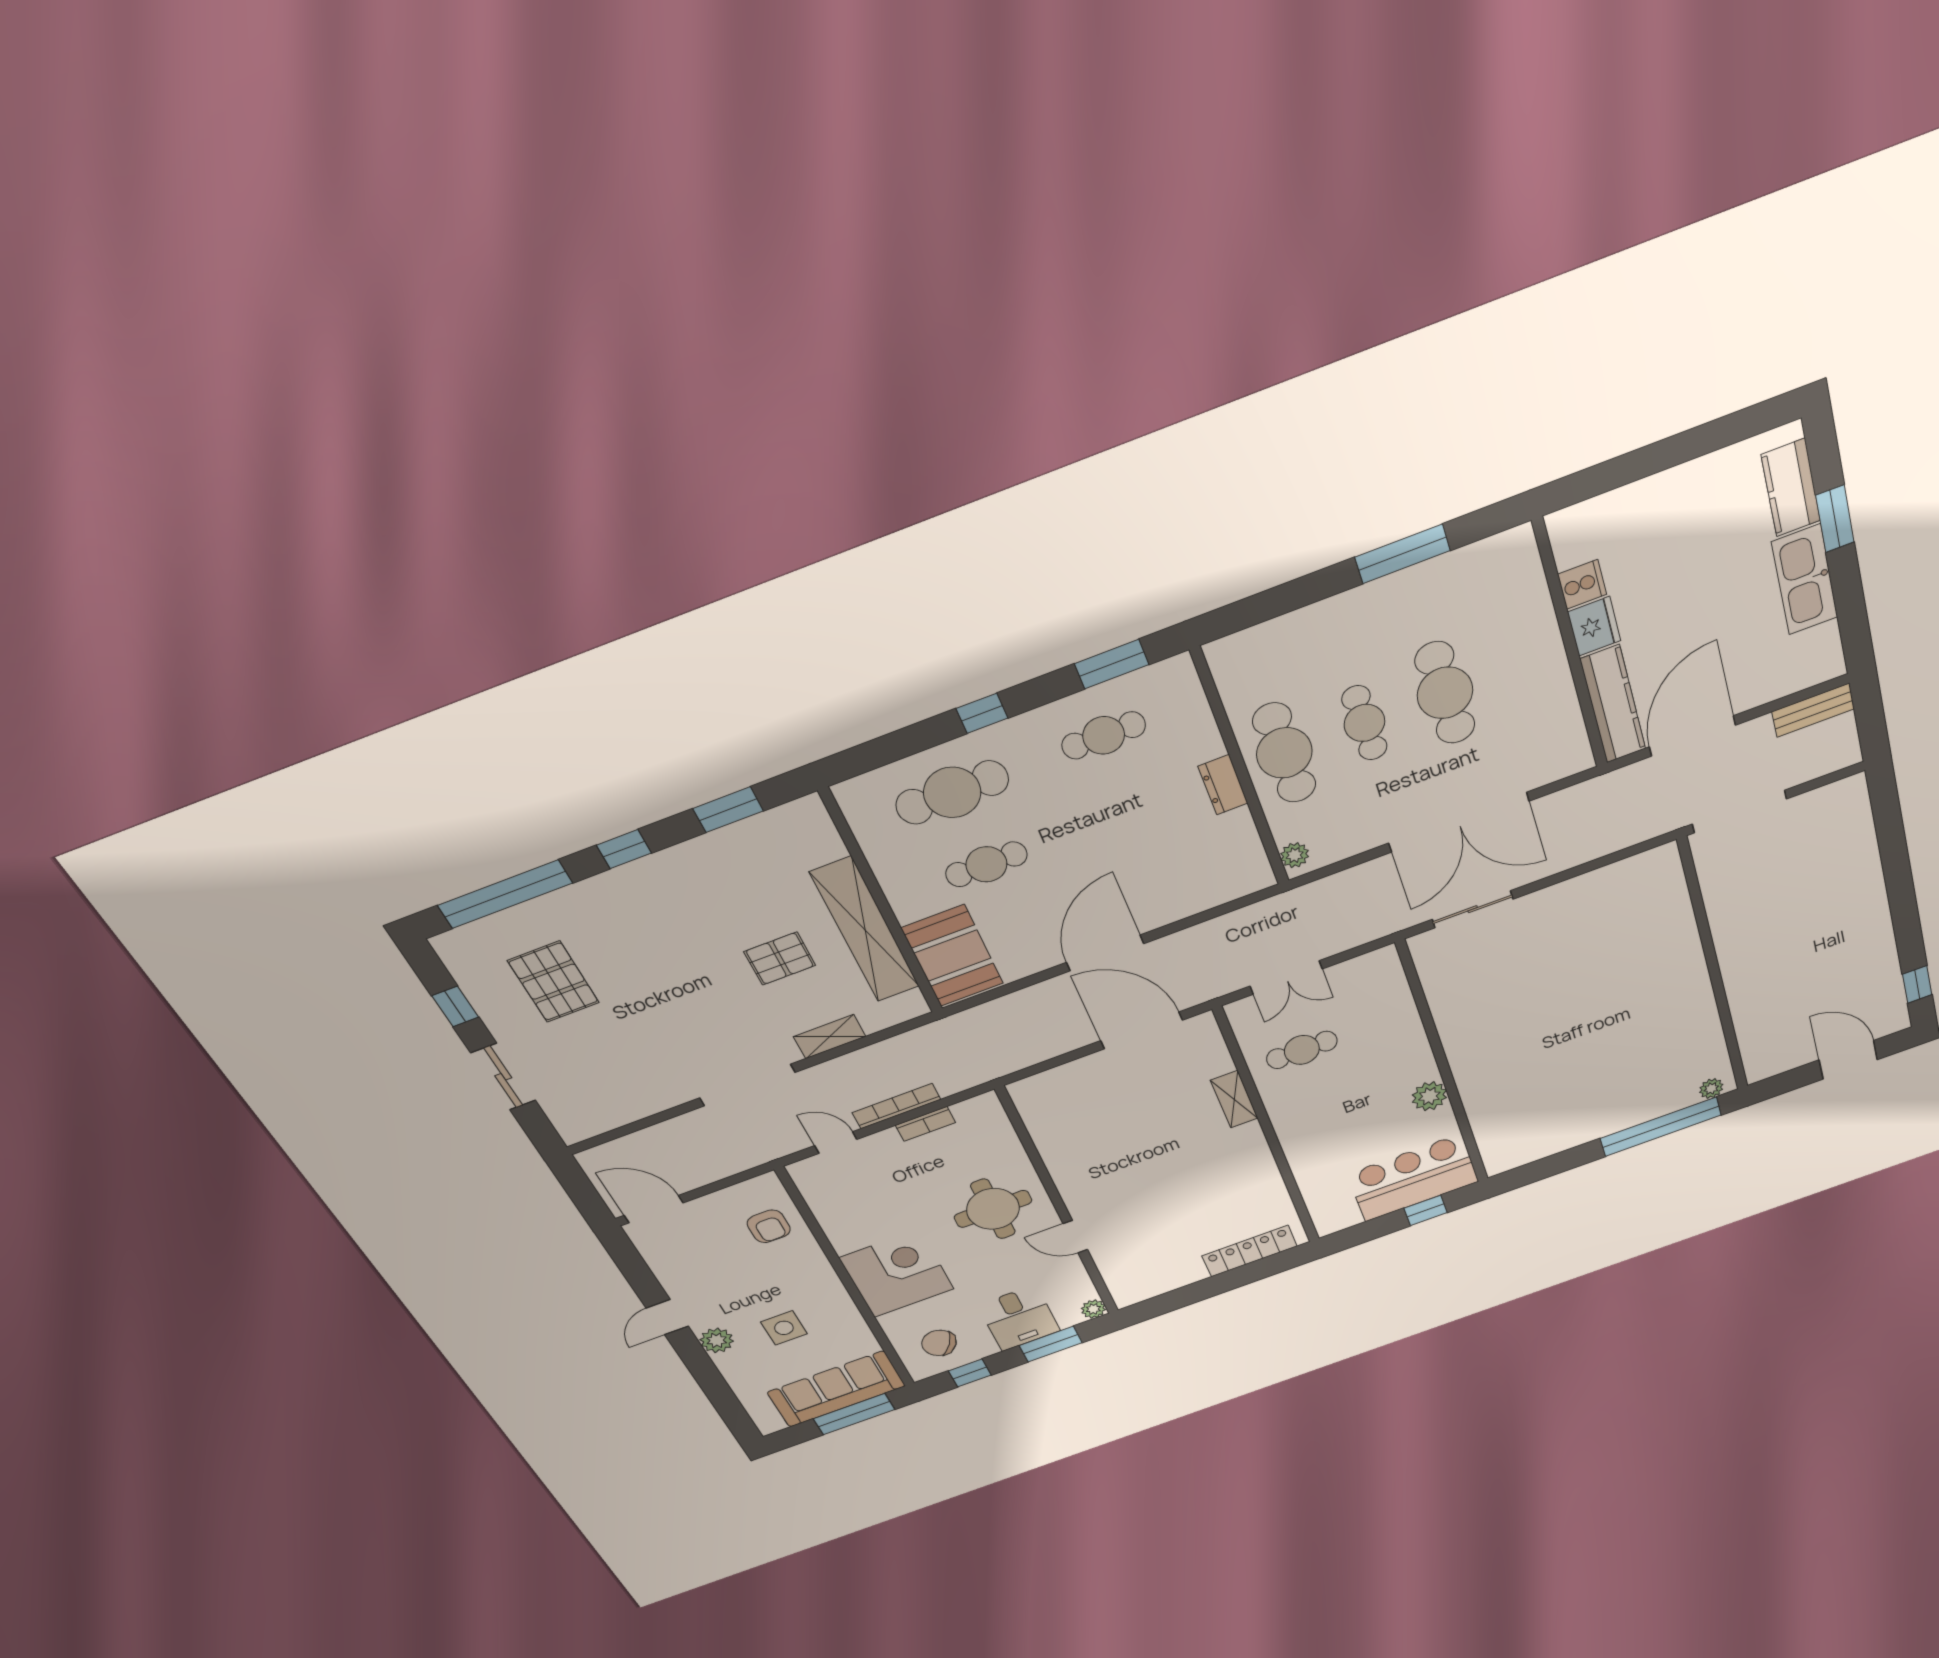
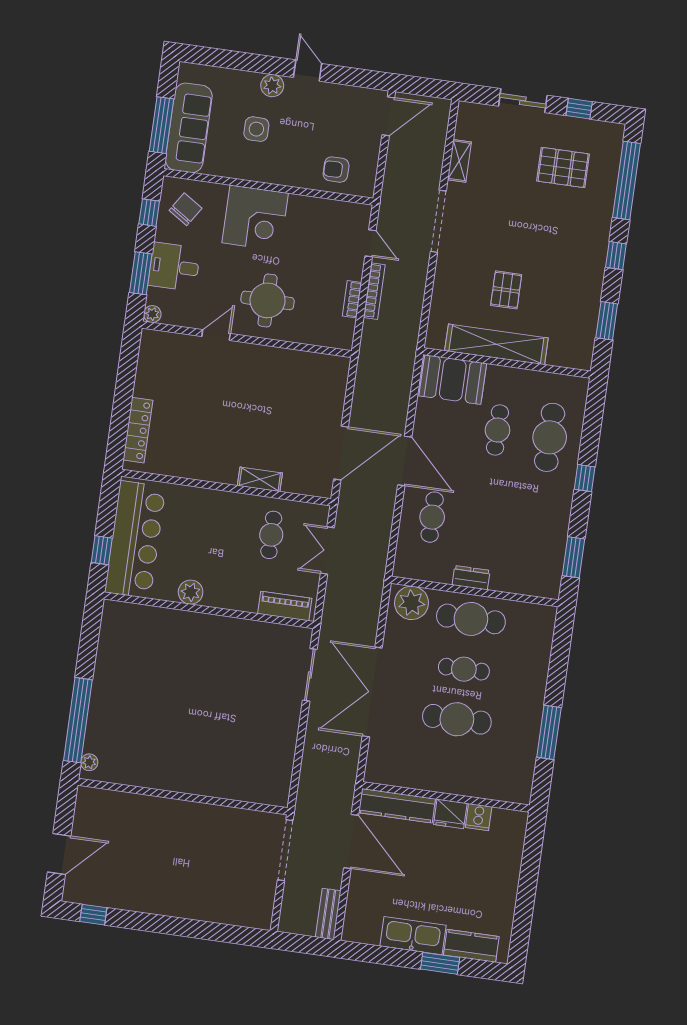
cafe table: (1104, 735) -> (432, 517), moved
plant: (1295, 855) -> (412, 603), width x1.87, depth x1.87
piano: (1391, 986) -> (285, 606), added
shelving: (830, 1037) -> (459, 161), moved
door: (836, 1142) -> (370, 243), hinge flipped
bar counter: (1413, 1178) -> (135, 539), width x1.36

